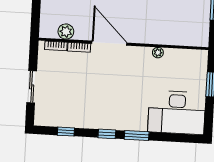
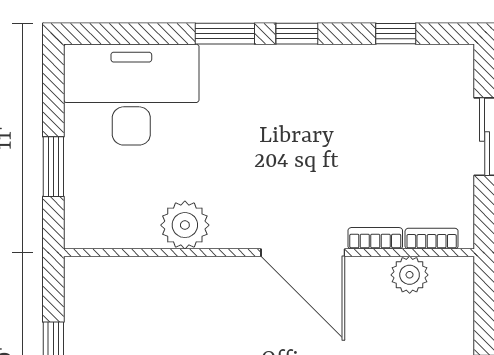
plant: (158, 53) -> (185, 225), width x1.88, depth x1.88

